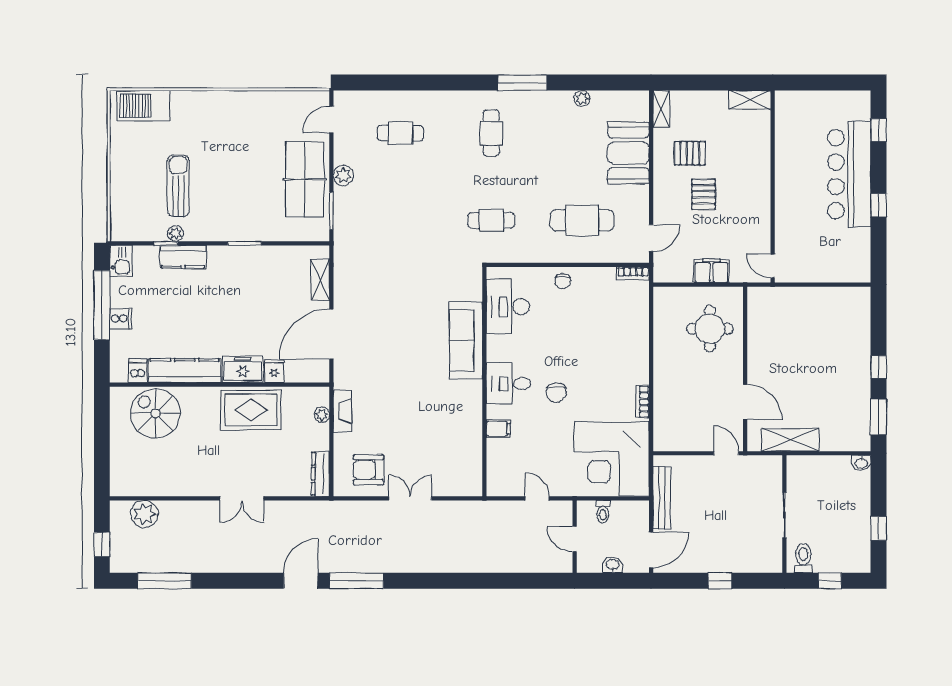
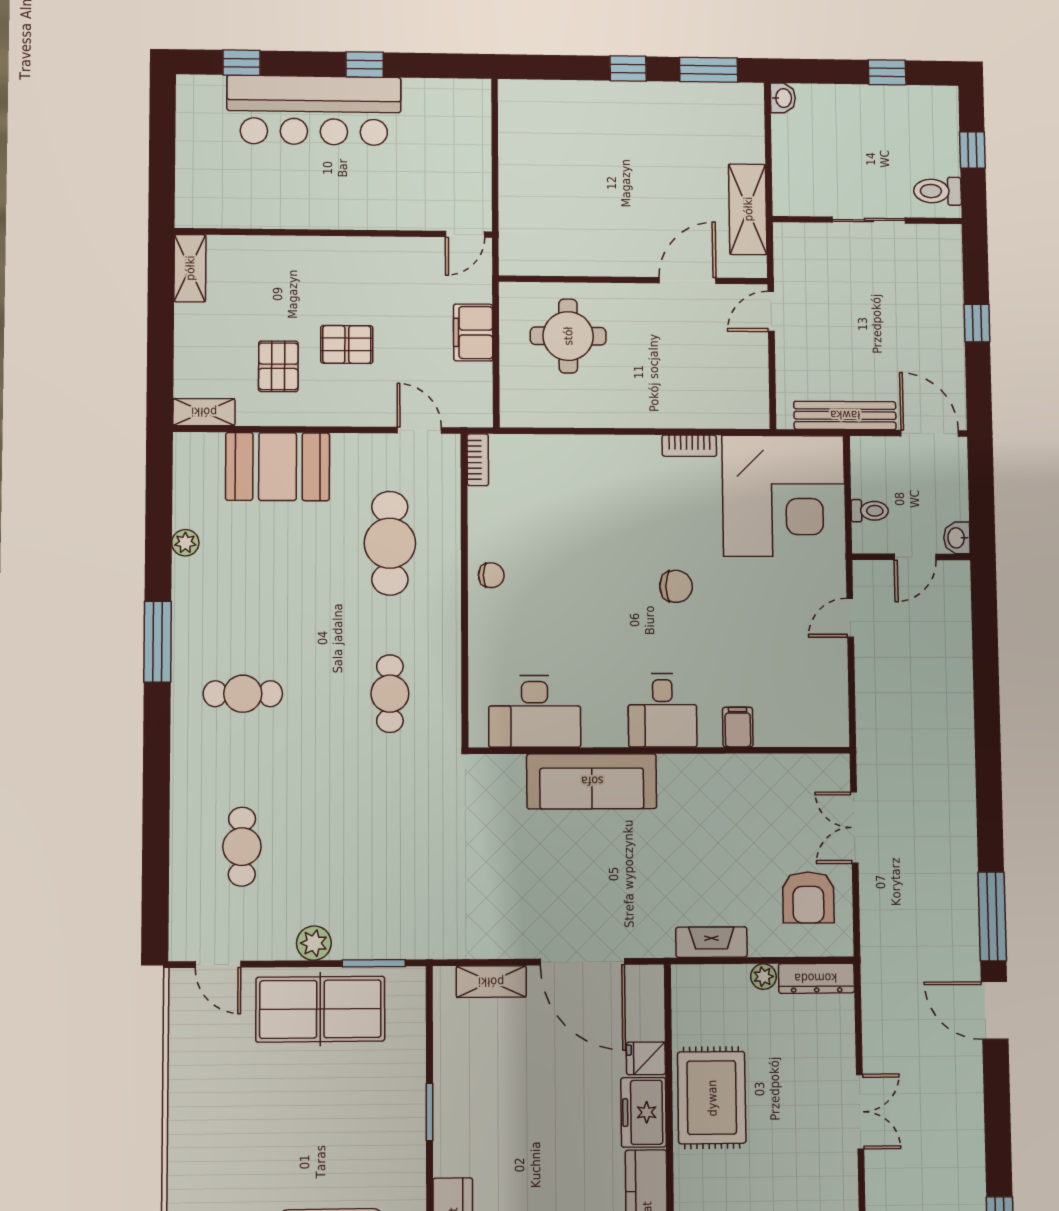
desk: (508, 307) -> (535, 712), moved
sofa: (466, 341) -> (592, 781), moved
wall: (484, 382) -> (660, 750), moved
desk: (508, 384) -> (663, 710), moved
plant: (322, 415) -> (763, 977), moved
filing cabinet: (498, 429) -> (738, 727), moved
washbasin: (613, 565) -> (957, 538), moved

